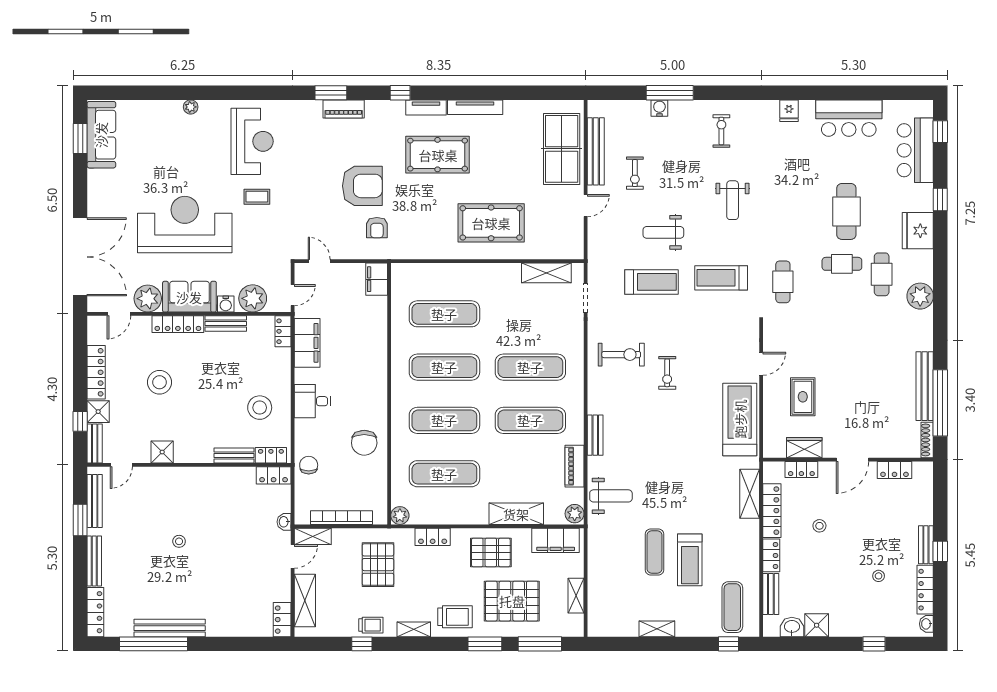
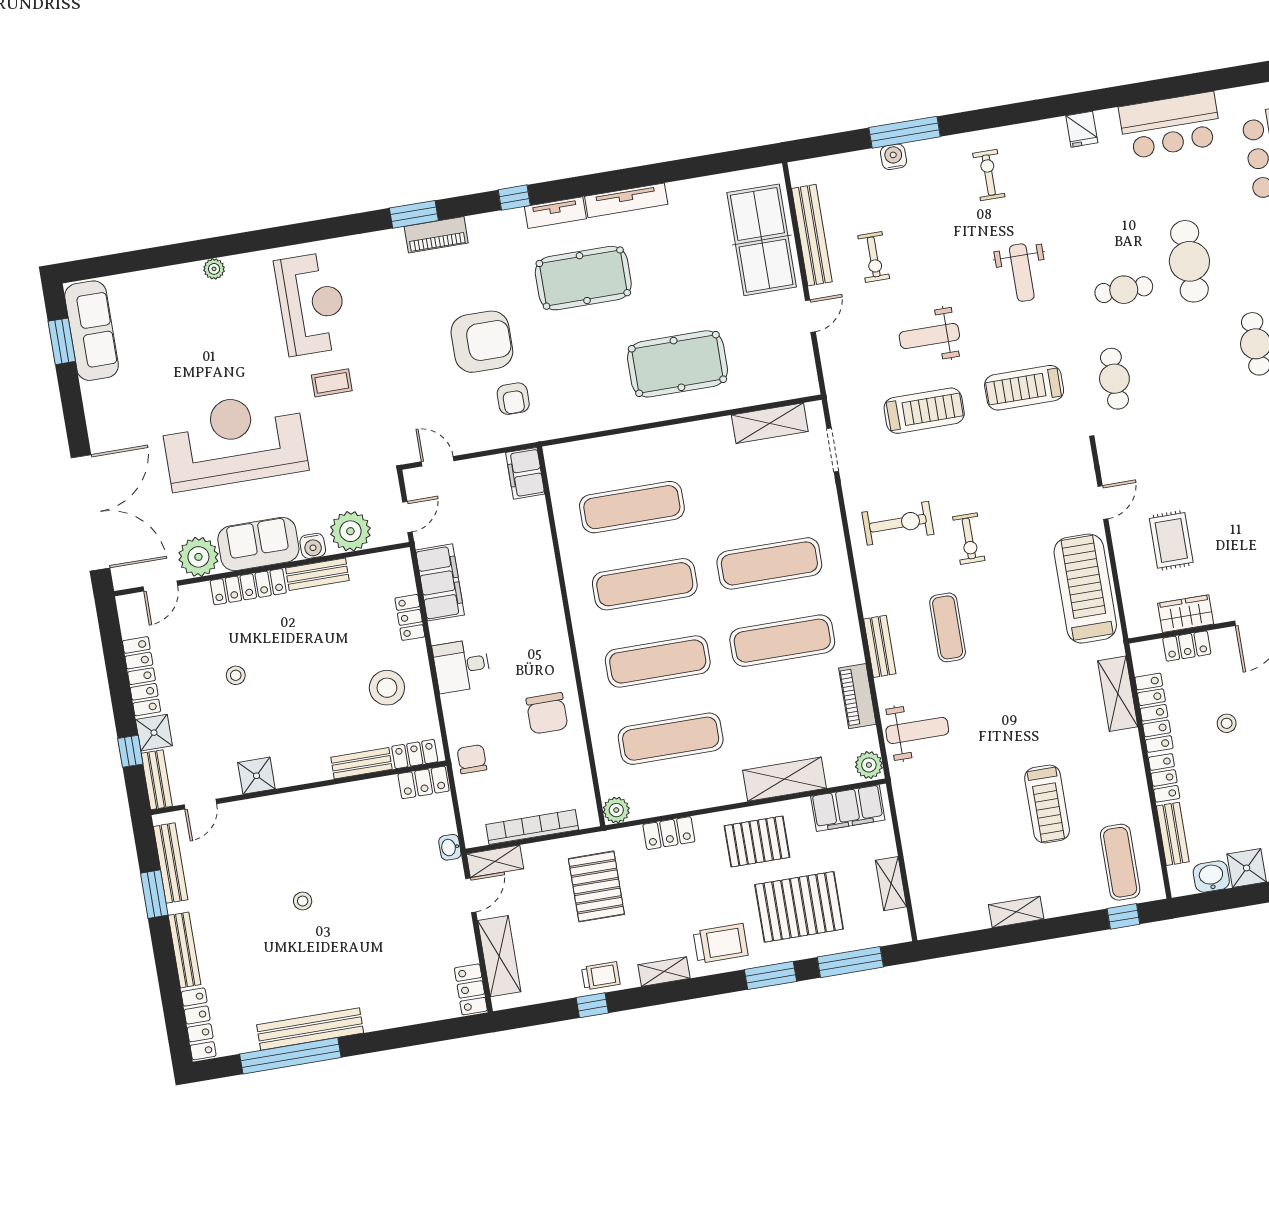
cafe table: (842, 264) -> (1124, 290), moved
locker: (283, 331) -> (410, 617), moved
stool: (160, 382) -> (236, 675), width x0.53, depth x0.53
exercise mat: (655, 552) -> (948, 627), moved

